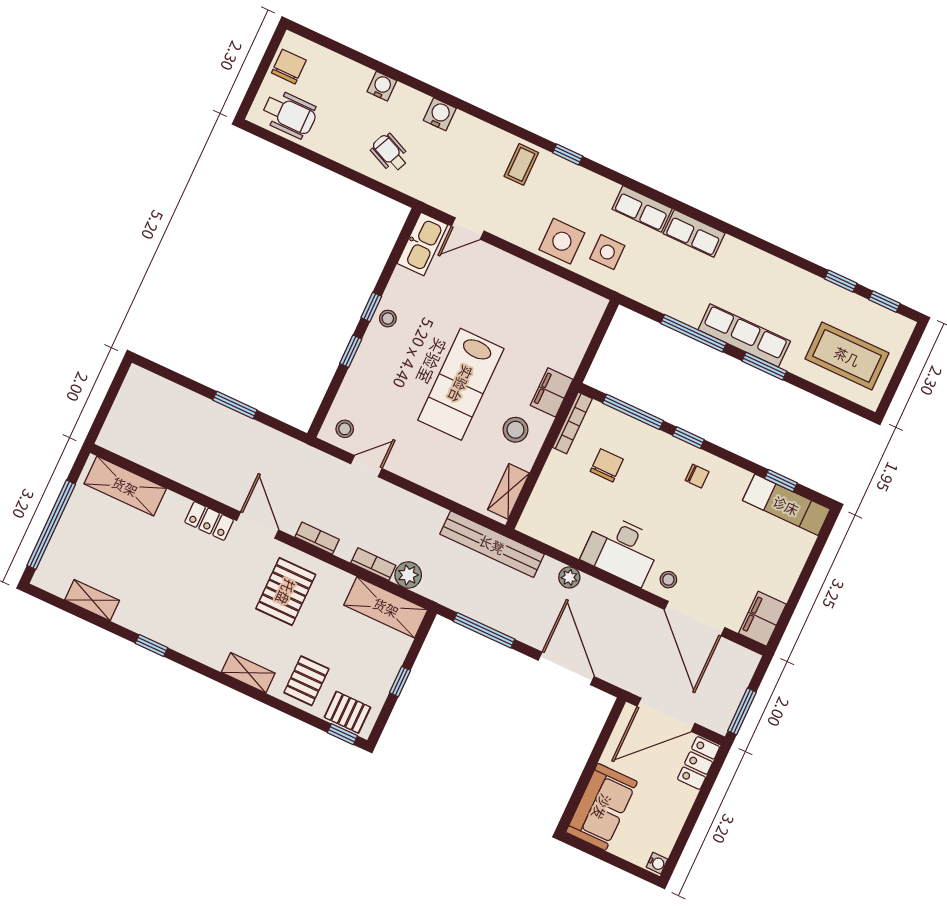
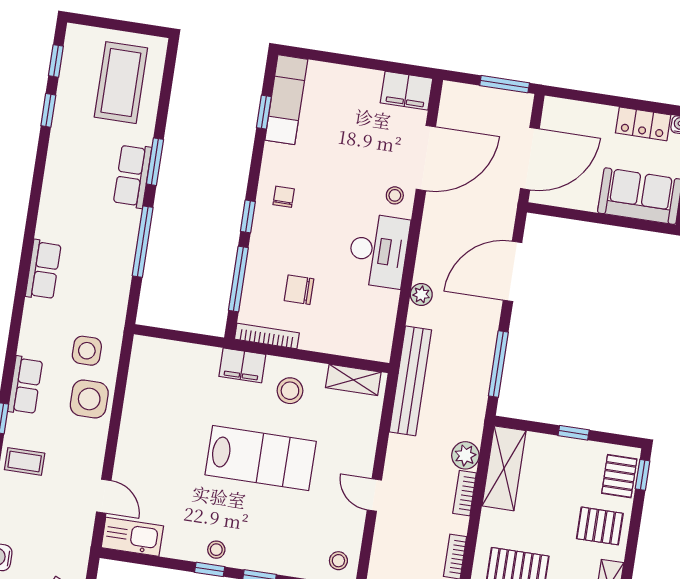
row of seats: (642, 209) -> (25, 385), moved
row of seats: (744, 335) -> (132, 176), width x0.68
door: (366, 466) -> (374, 495), moved
door: (666, 715) -> (530, 159), hinge flipped
locker: (699, 763) -> (643, 124), moved

